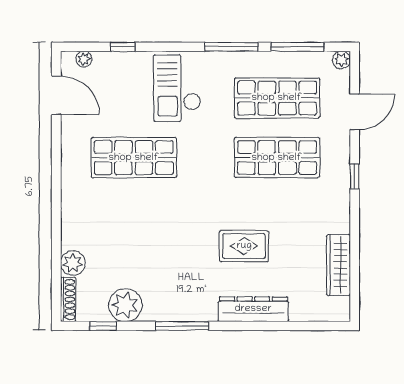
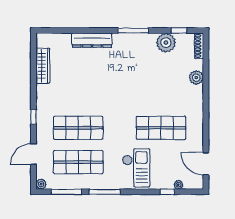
plant: (84, 59) -> (178, 185), moved
rug: (244, 246) -> (97, 77), removed
plant: (73, 263) -> (196, 78), moved

